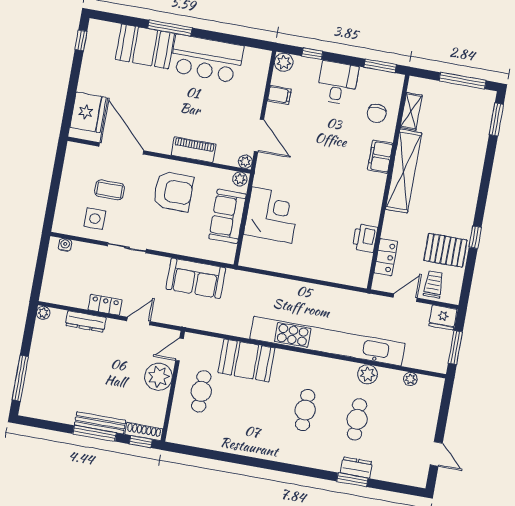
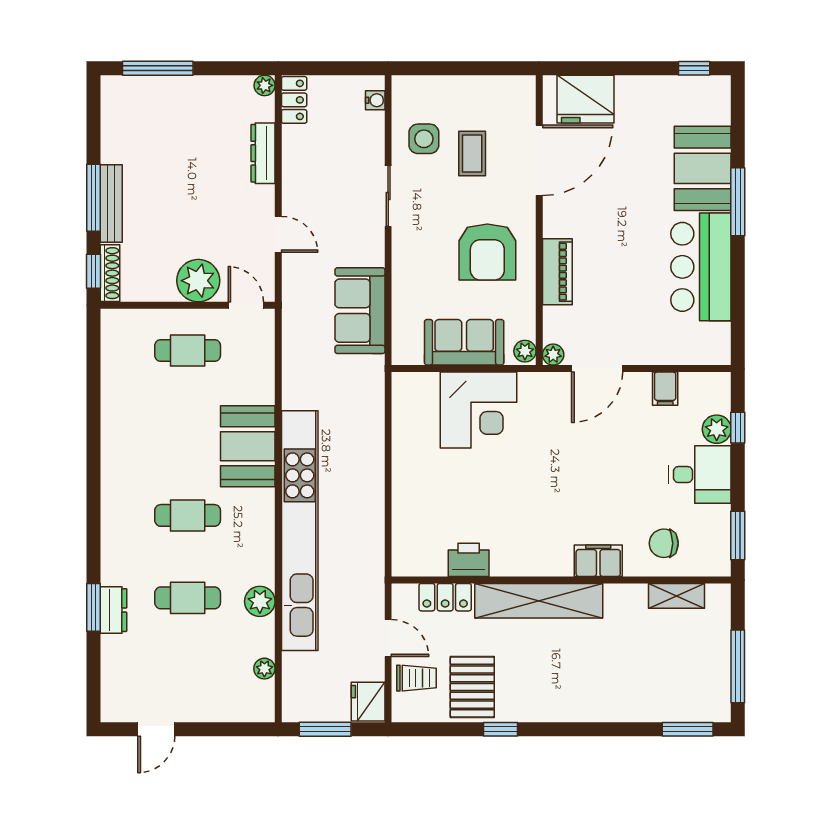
plant: (284, 62) -> (717, 429), moved
shelving: (404, 171) -> (539, 601), moved
locker: (105, 305) -> (294, 100), moved
booth: (246, 360) -> (248, 446), moved

